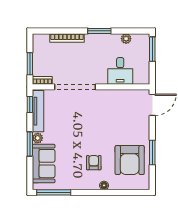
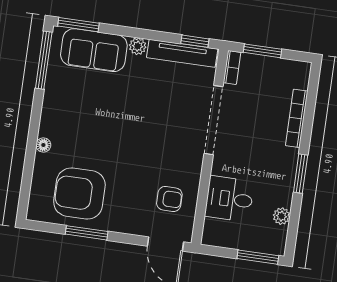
window: (30, 144) -> (78, 25), moved
armchair: (94, 163) -> (169, 199), moved

